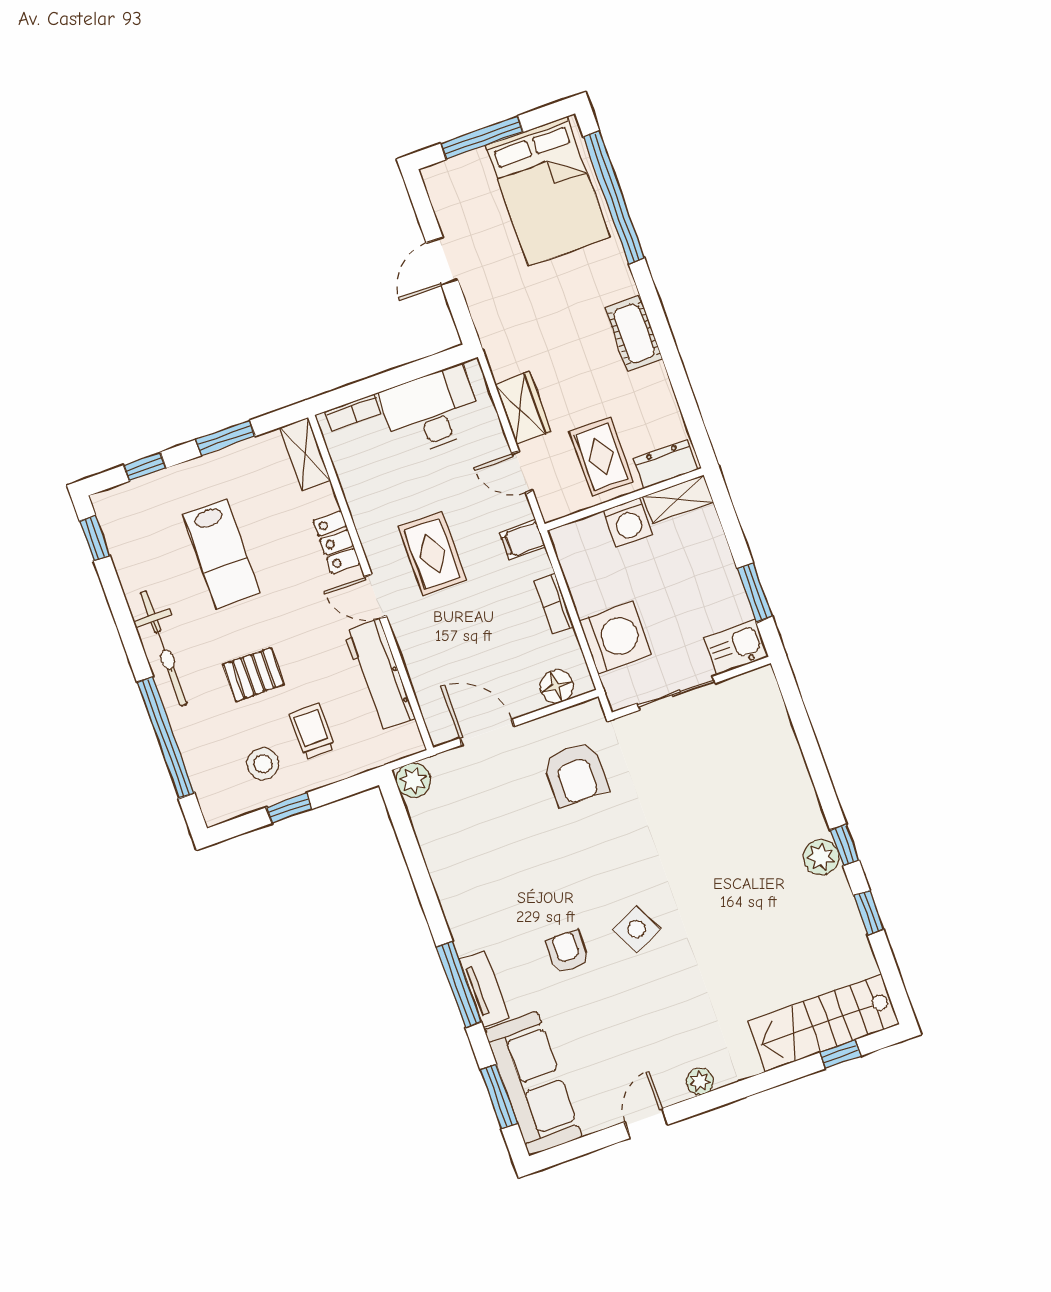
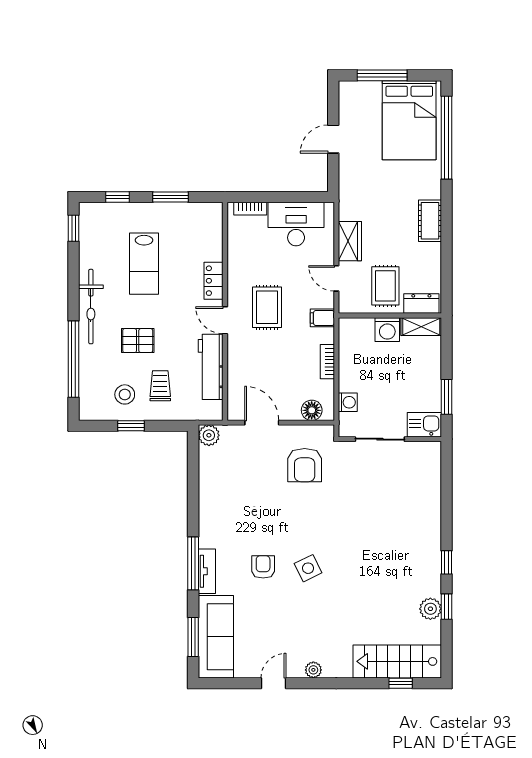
shelving: (305, 454) -> (214, 223), removed
washing machine: (615, 637) -> (348, 402), width x0.53, depth x0.53
plant: (821, 857) -> (430, 609), moved

